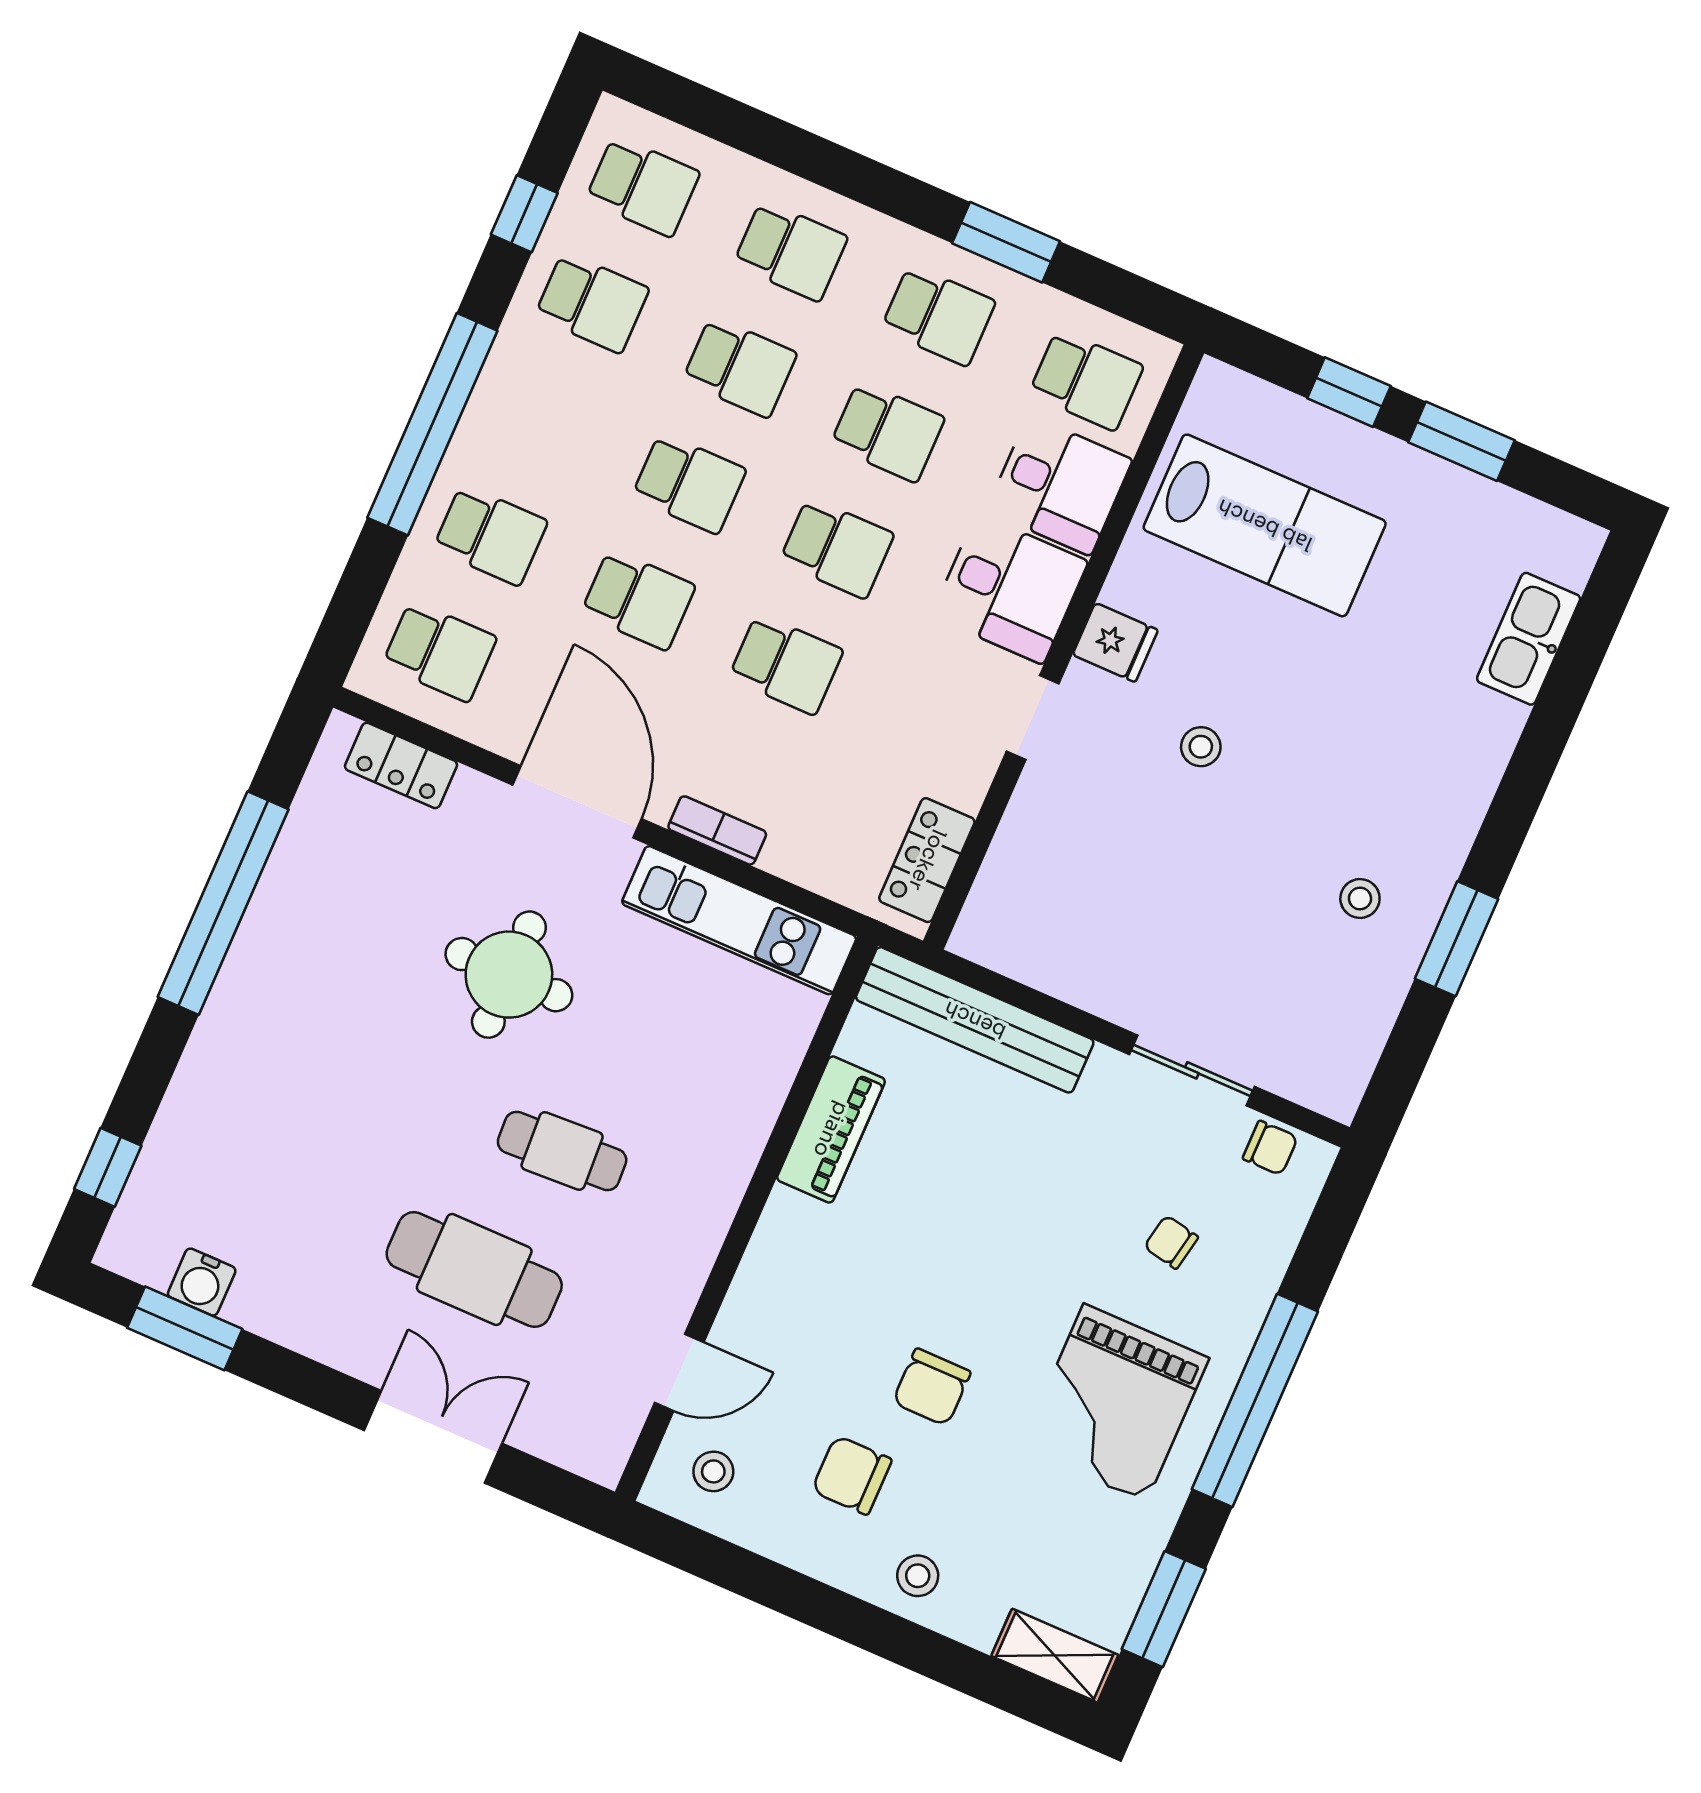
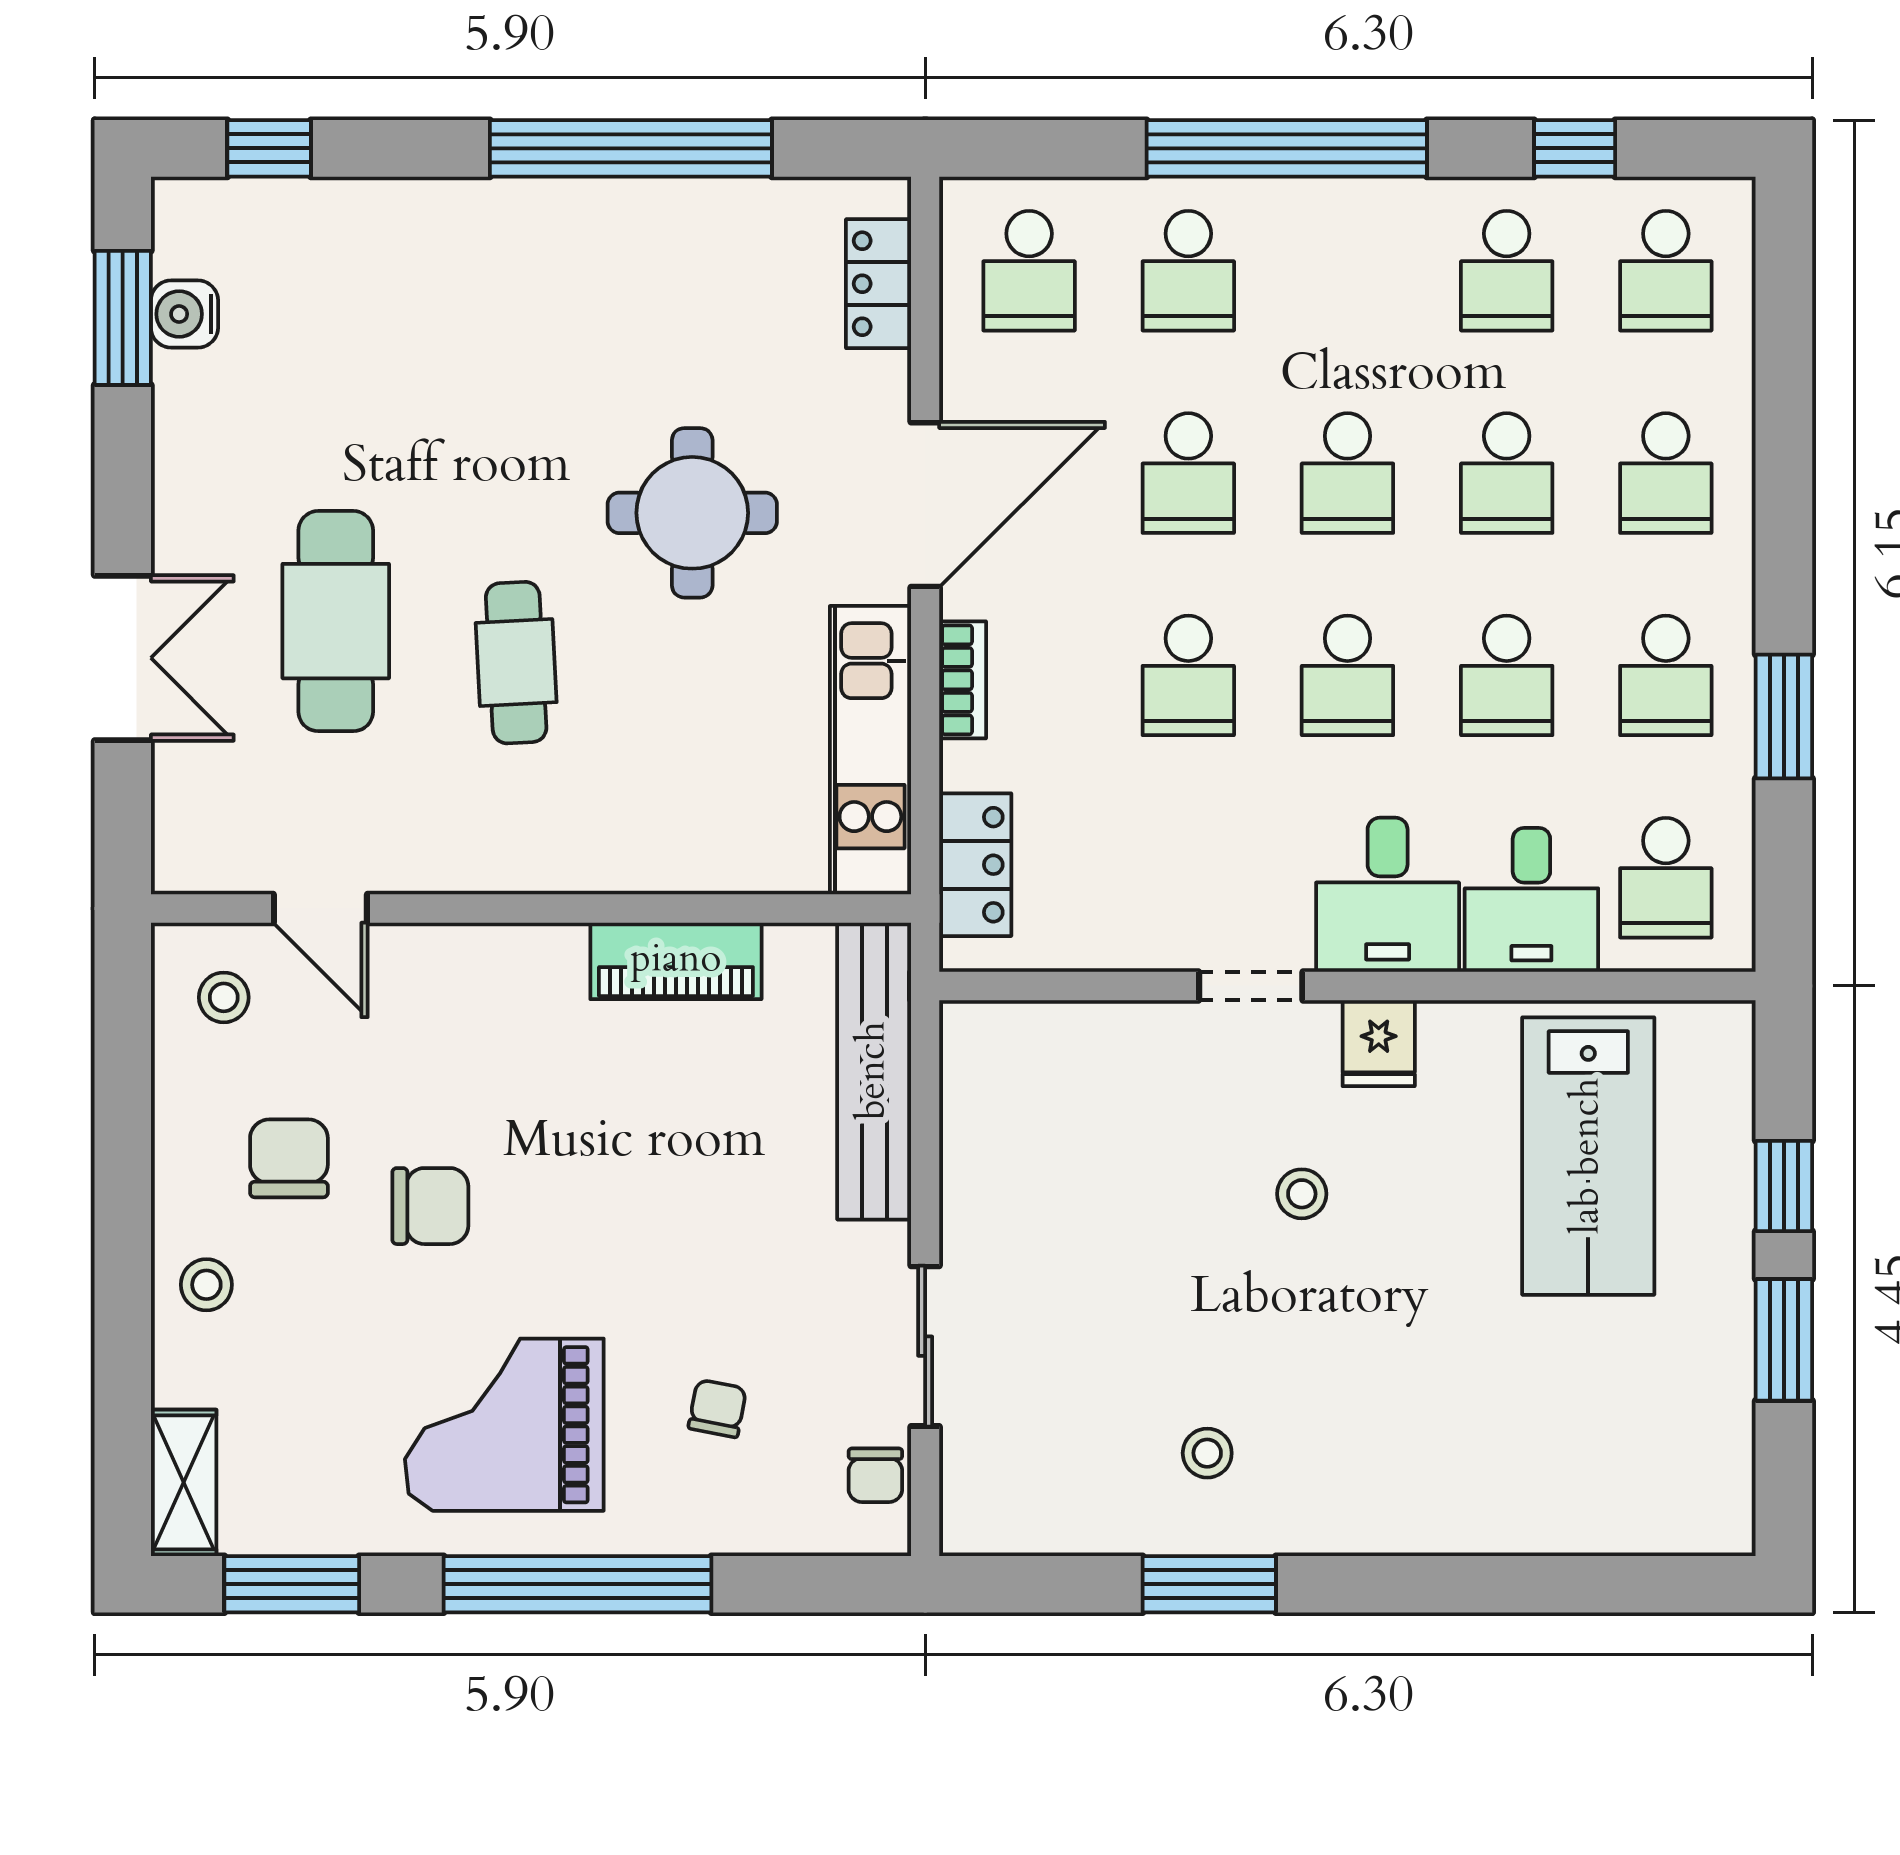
kitchen sink: (1529, 639) -> (1591, 1516), removed
locker: (927, 860) -> (975, 865), moved, turned 90
chair: (932, 1387) -> (430, 1206), turned 180

